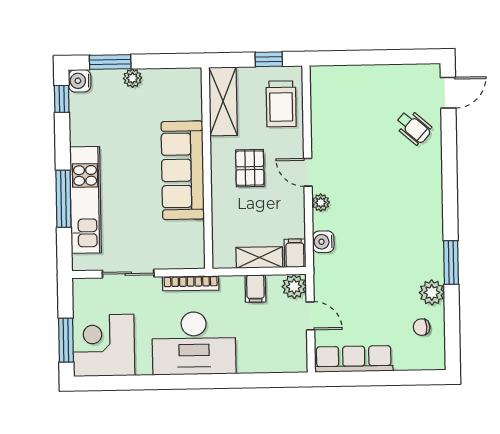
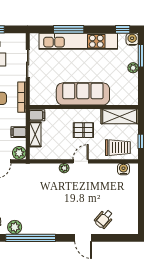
door: (448, 93) -> (83, 238), moved
trolley: (281, 104) -> (118, 148), turned 180
kitchen unit: (86, 200) -> (78, 41), width x1.36
water cooler: (323, 242) -> (123, 169), moved
filing cabinet: (295, 253) -> (37, 115), moved
window: (451, 262) -> (31, 238), width x2.11

